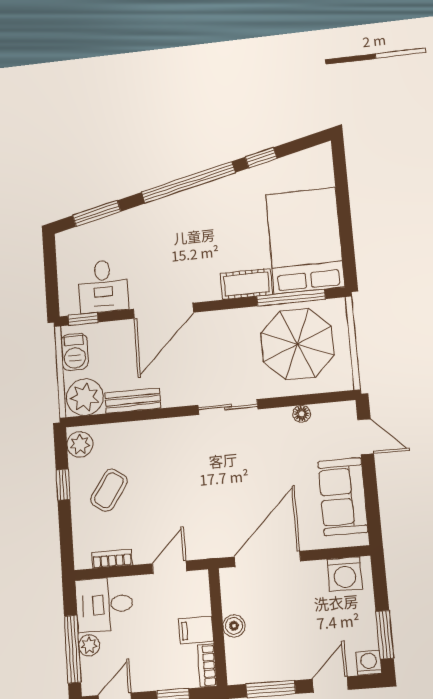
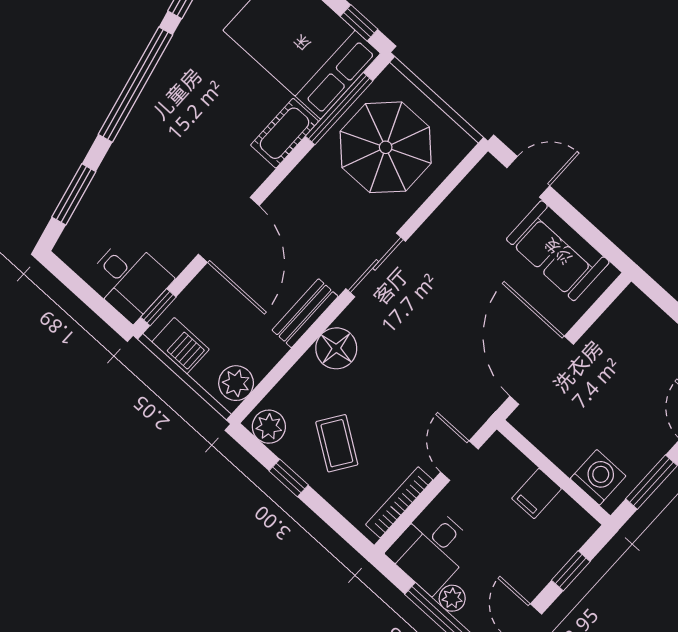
window: (349, 259) -> (359, 23), added
desk: (103, 286) -> (129, 279), moved
plant: (85, 397) -> (236, 383), width x0.73, depth x0.73
bench: (133, 401) -> (305, 313), moved
floor lamp: (302, 414) -> (336, 348), moved, width x1.89, depth x1.89
bookcase: (112, 559) -> (399, 502), width x1.56
washing machine: (345, 574) -> (598, 477), moved, turned -90
boiler: (234, 626) -> (567, 458), removed
bookcase: (207, 665) -> (576, 515), removed

